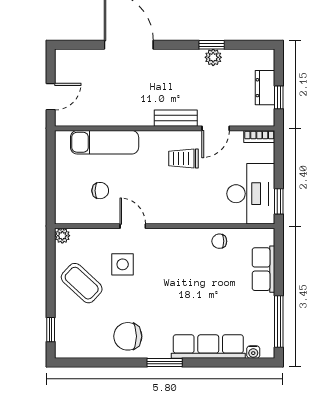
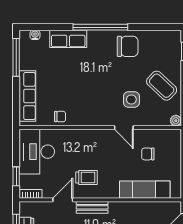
window: (279, 201) -> (16, 176), moved
row of seats: (264, 269) -> (27, 96), width x1.48
row of seats: (208, 347) -> (68, 39), width x0.68
window: (165, 363) -> (100, 27), width x2.11

